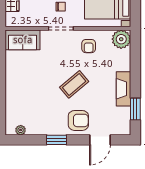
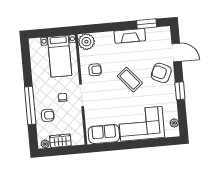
sofa: (23, 40) -> (104, 134), moved, turned -90
corner sofa: (23, 93) -> (141, 124), added
armchair: (78, 120) -> (161, 73), turned -66

